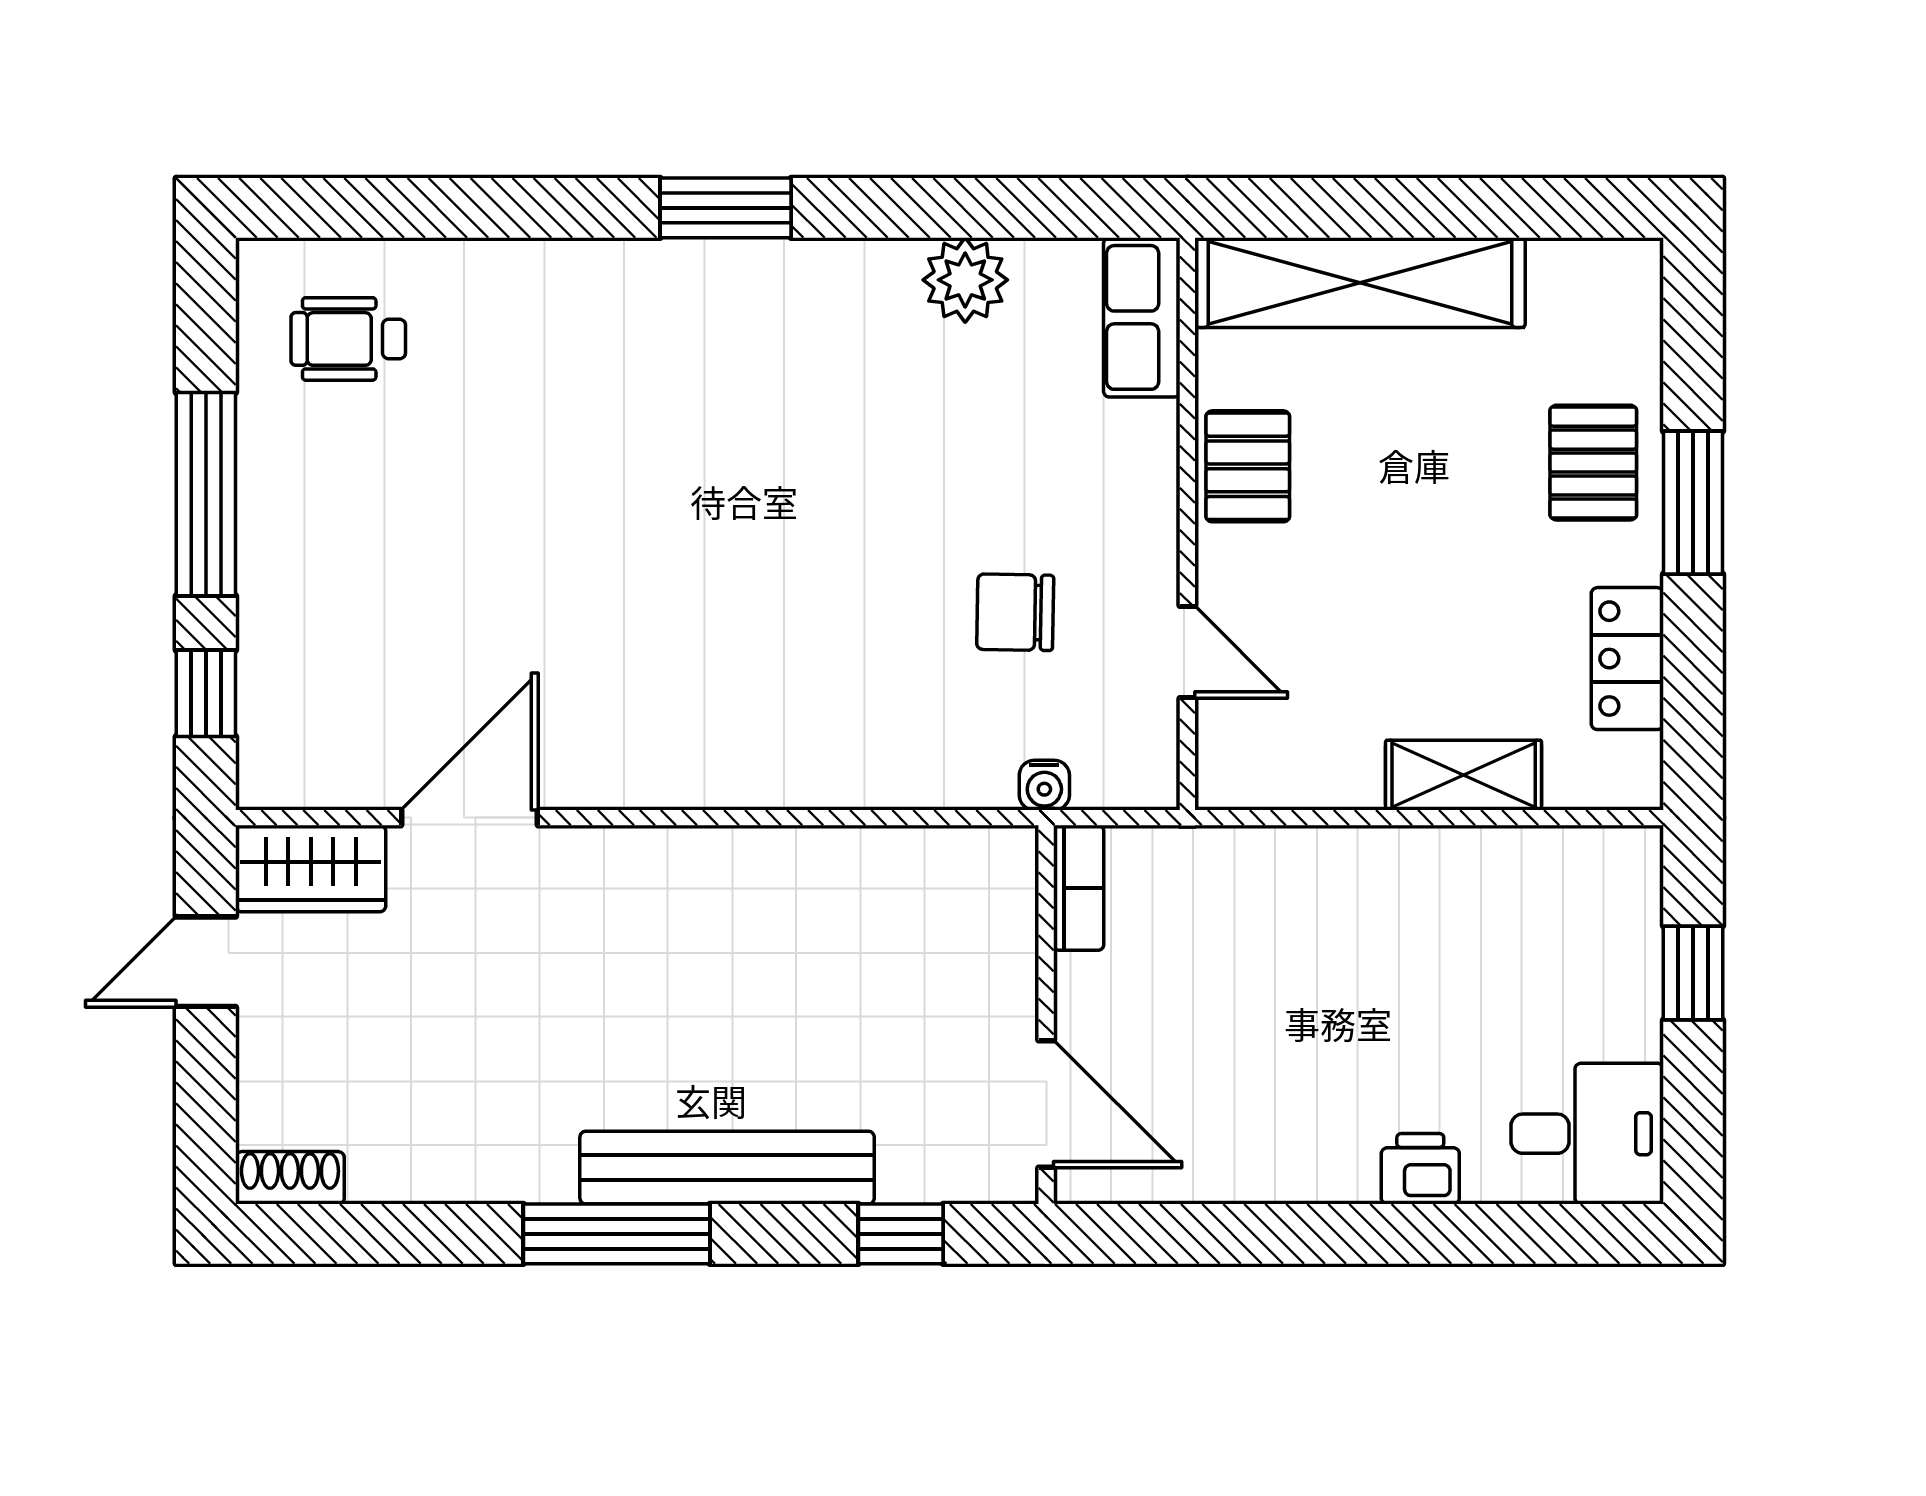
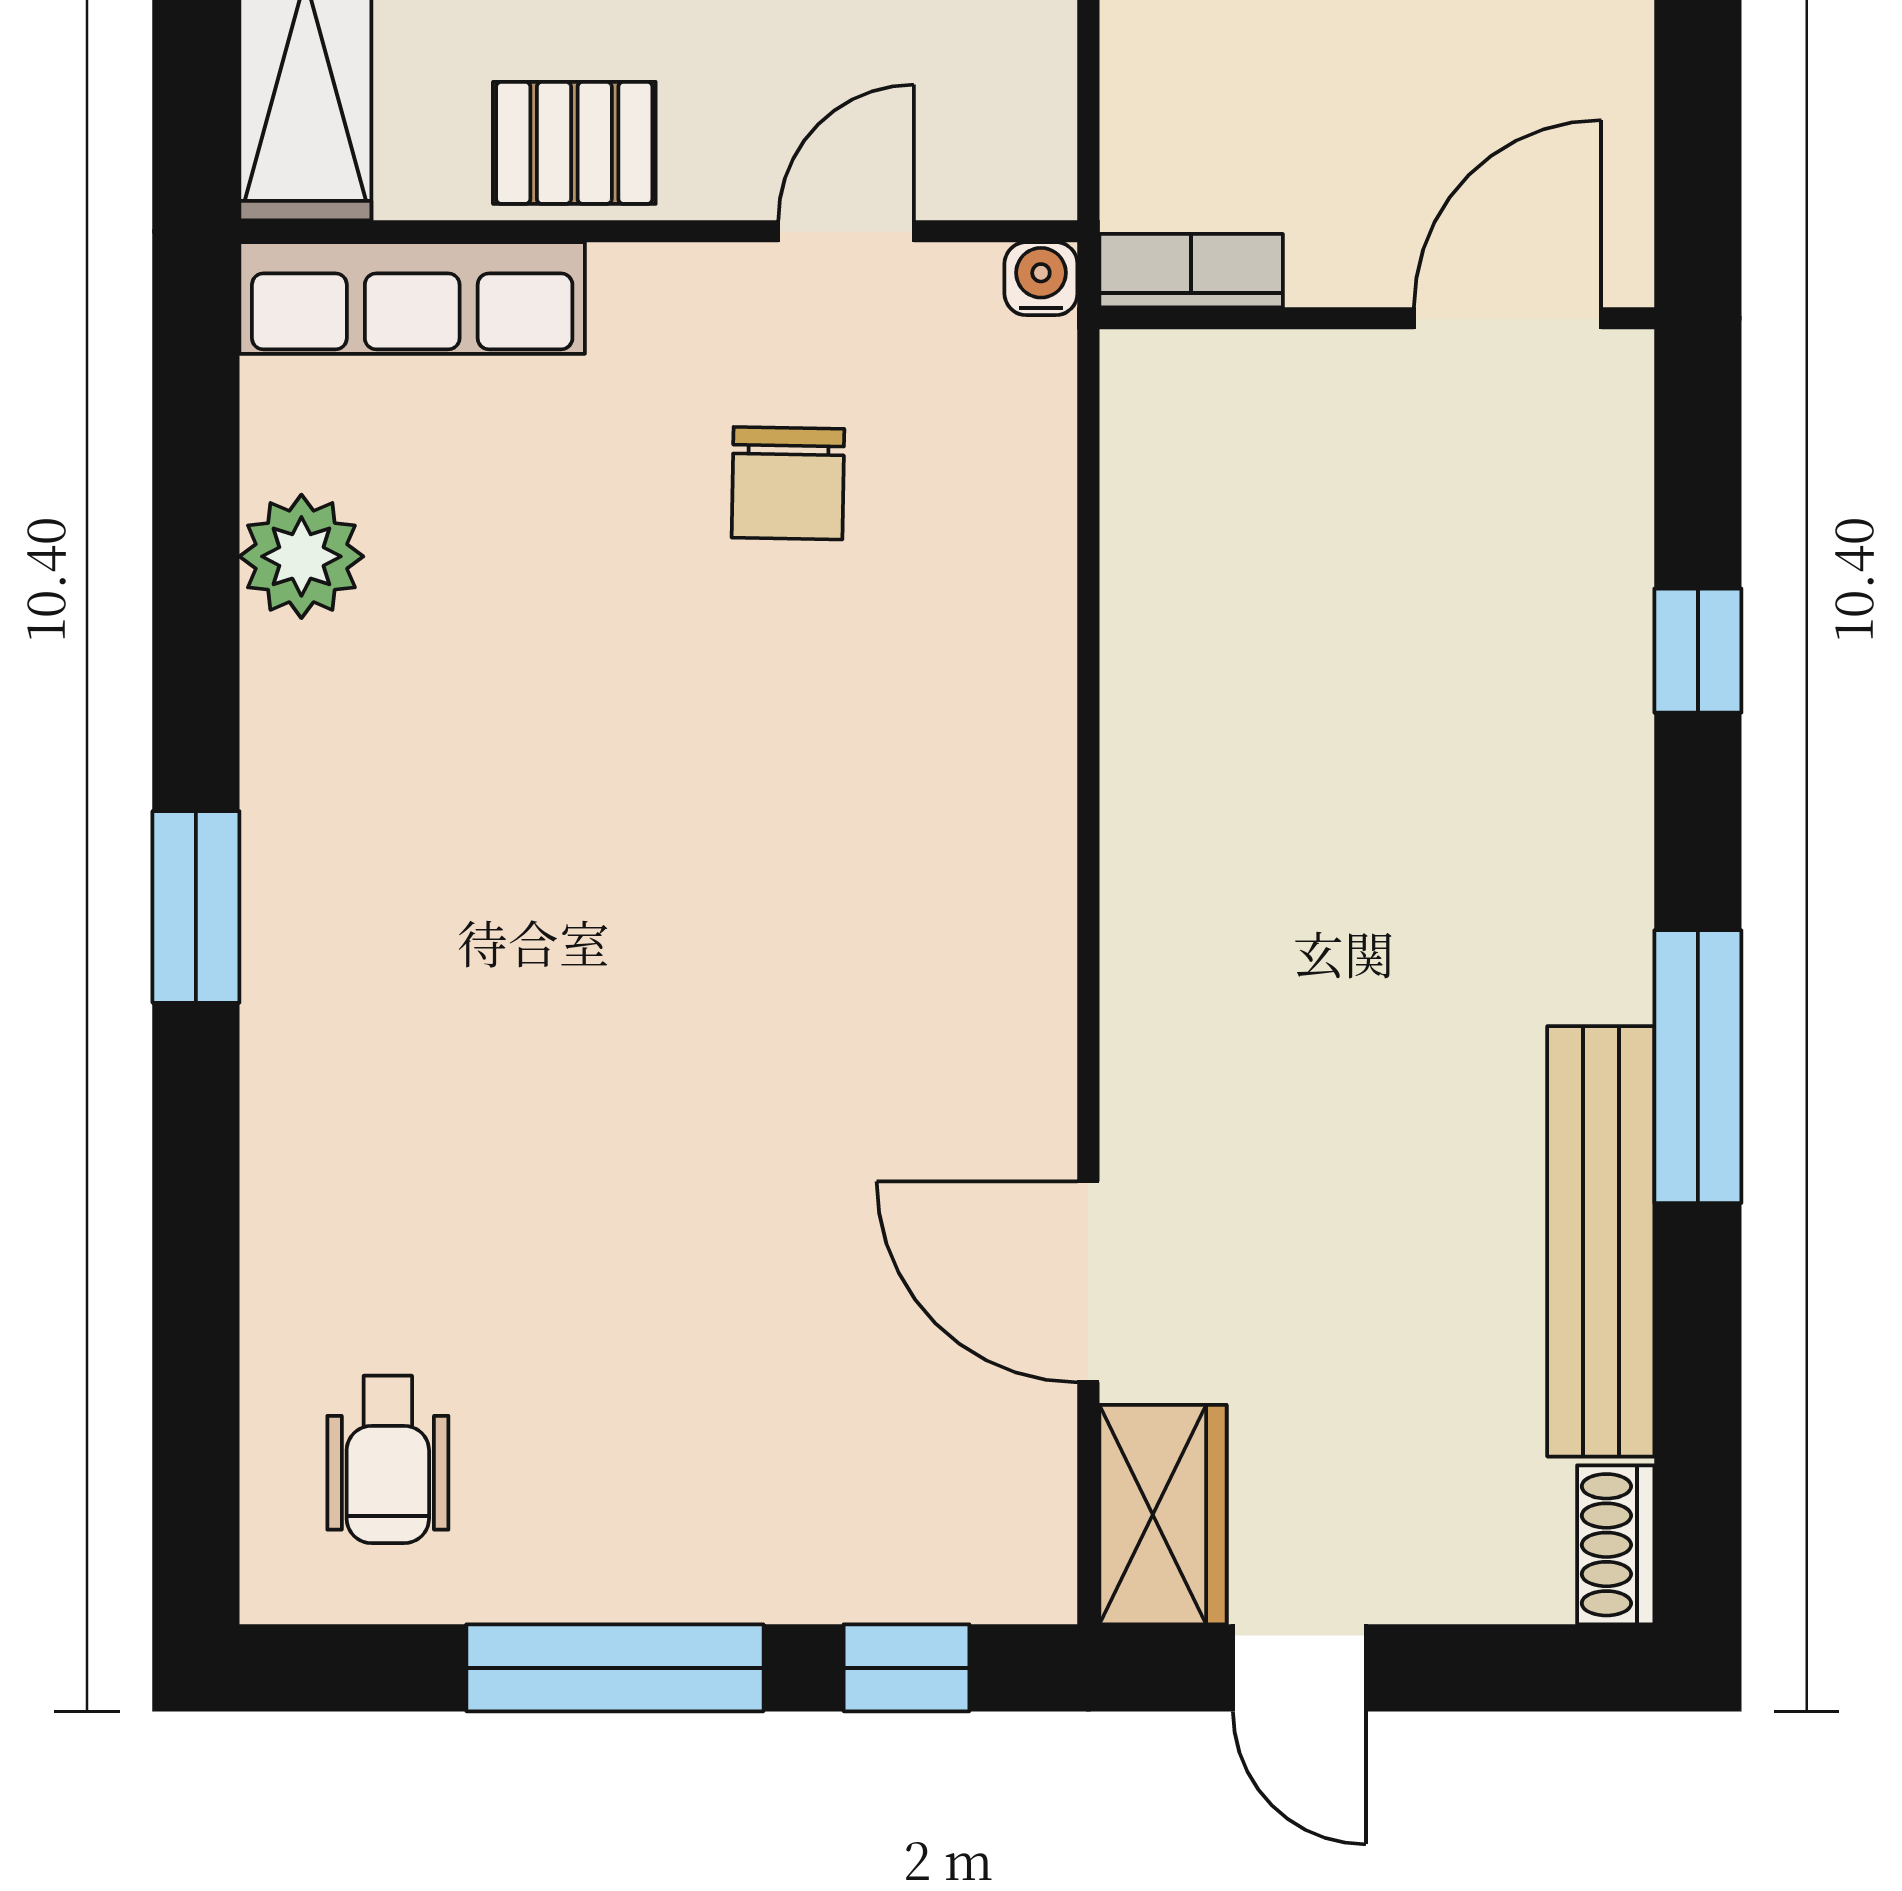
row of seats: (1142, 317) -> (412, 298), width x1.48
water cooler: (1044, 785) -> (1041, 279), moved, turned -90
bookcase: (1079, 888) -> (1191, 271), moved
wall: (1046, 1015) -> (1377, 318), moved
door: (1046, 1104) -> (1508, 318), moved
bench: (727, 1168) -> (1601, 1241), moved

